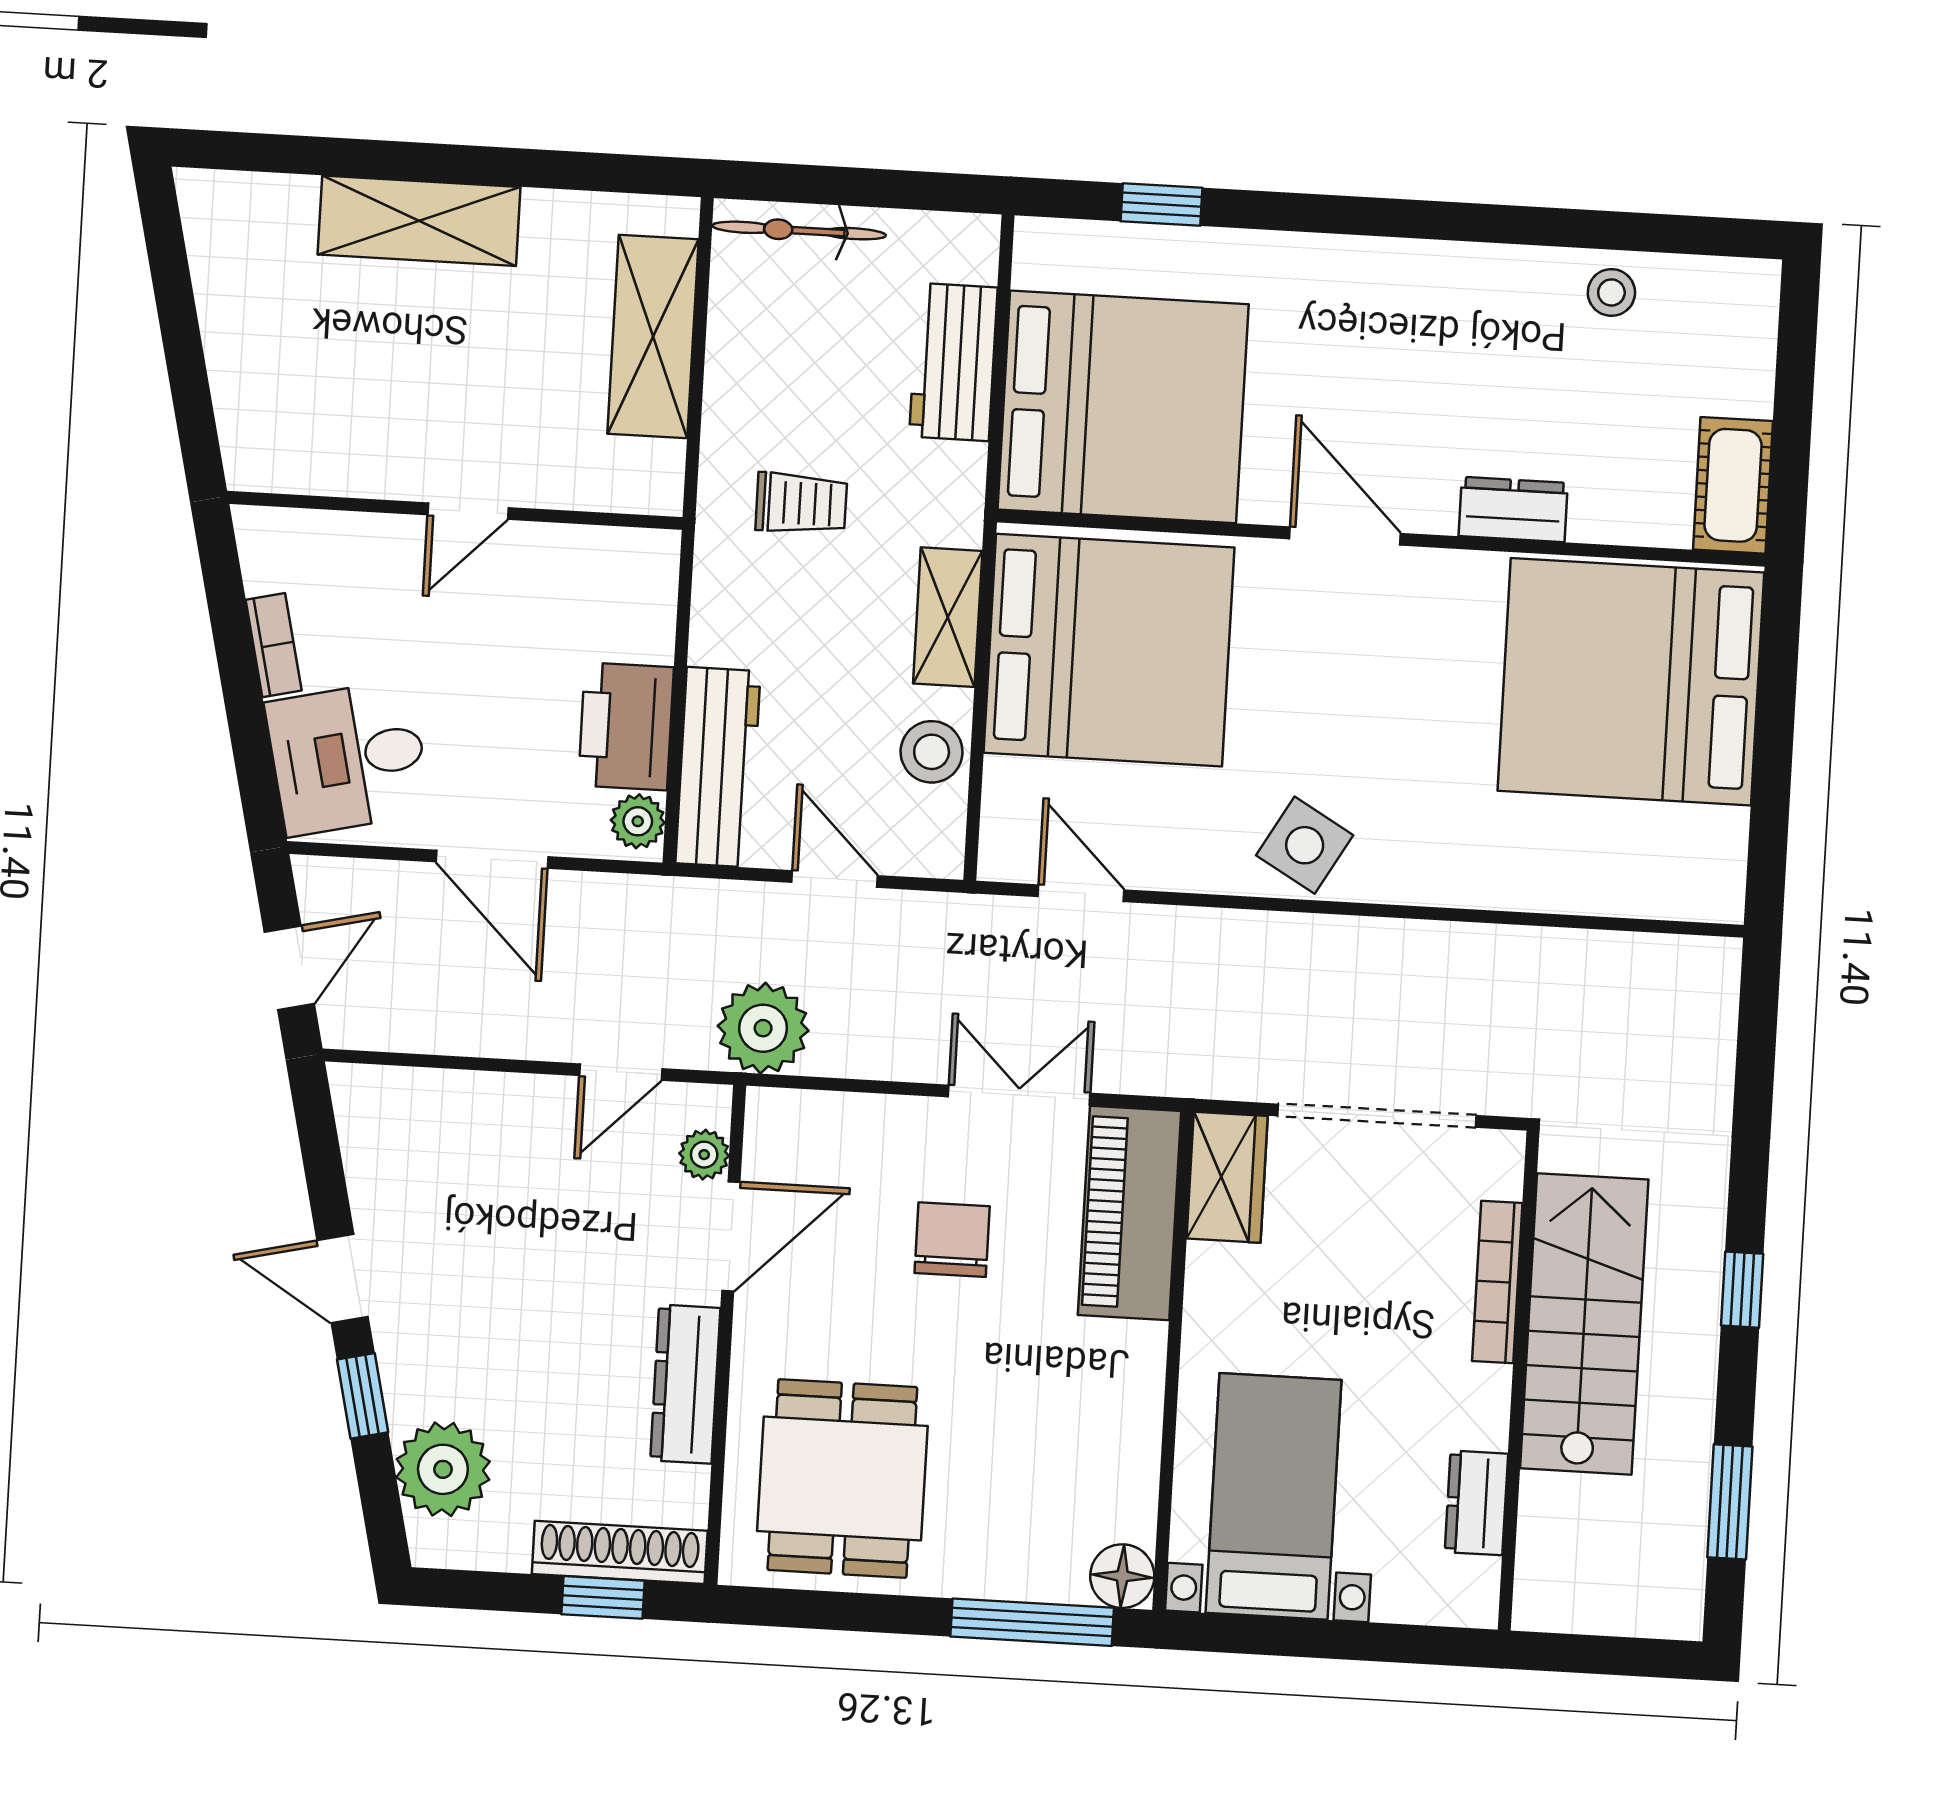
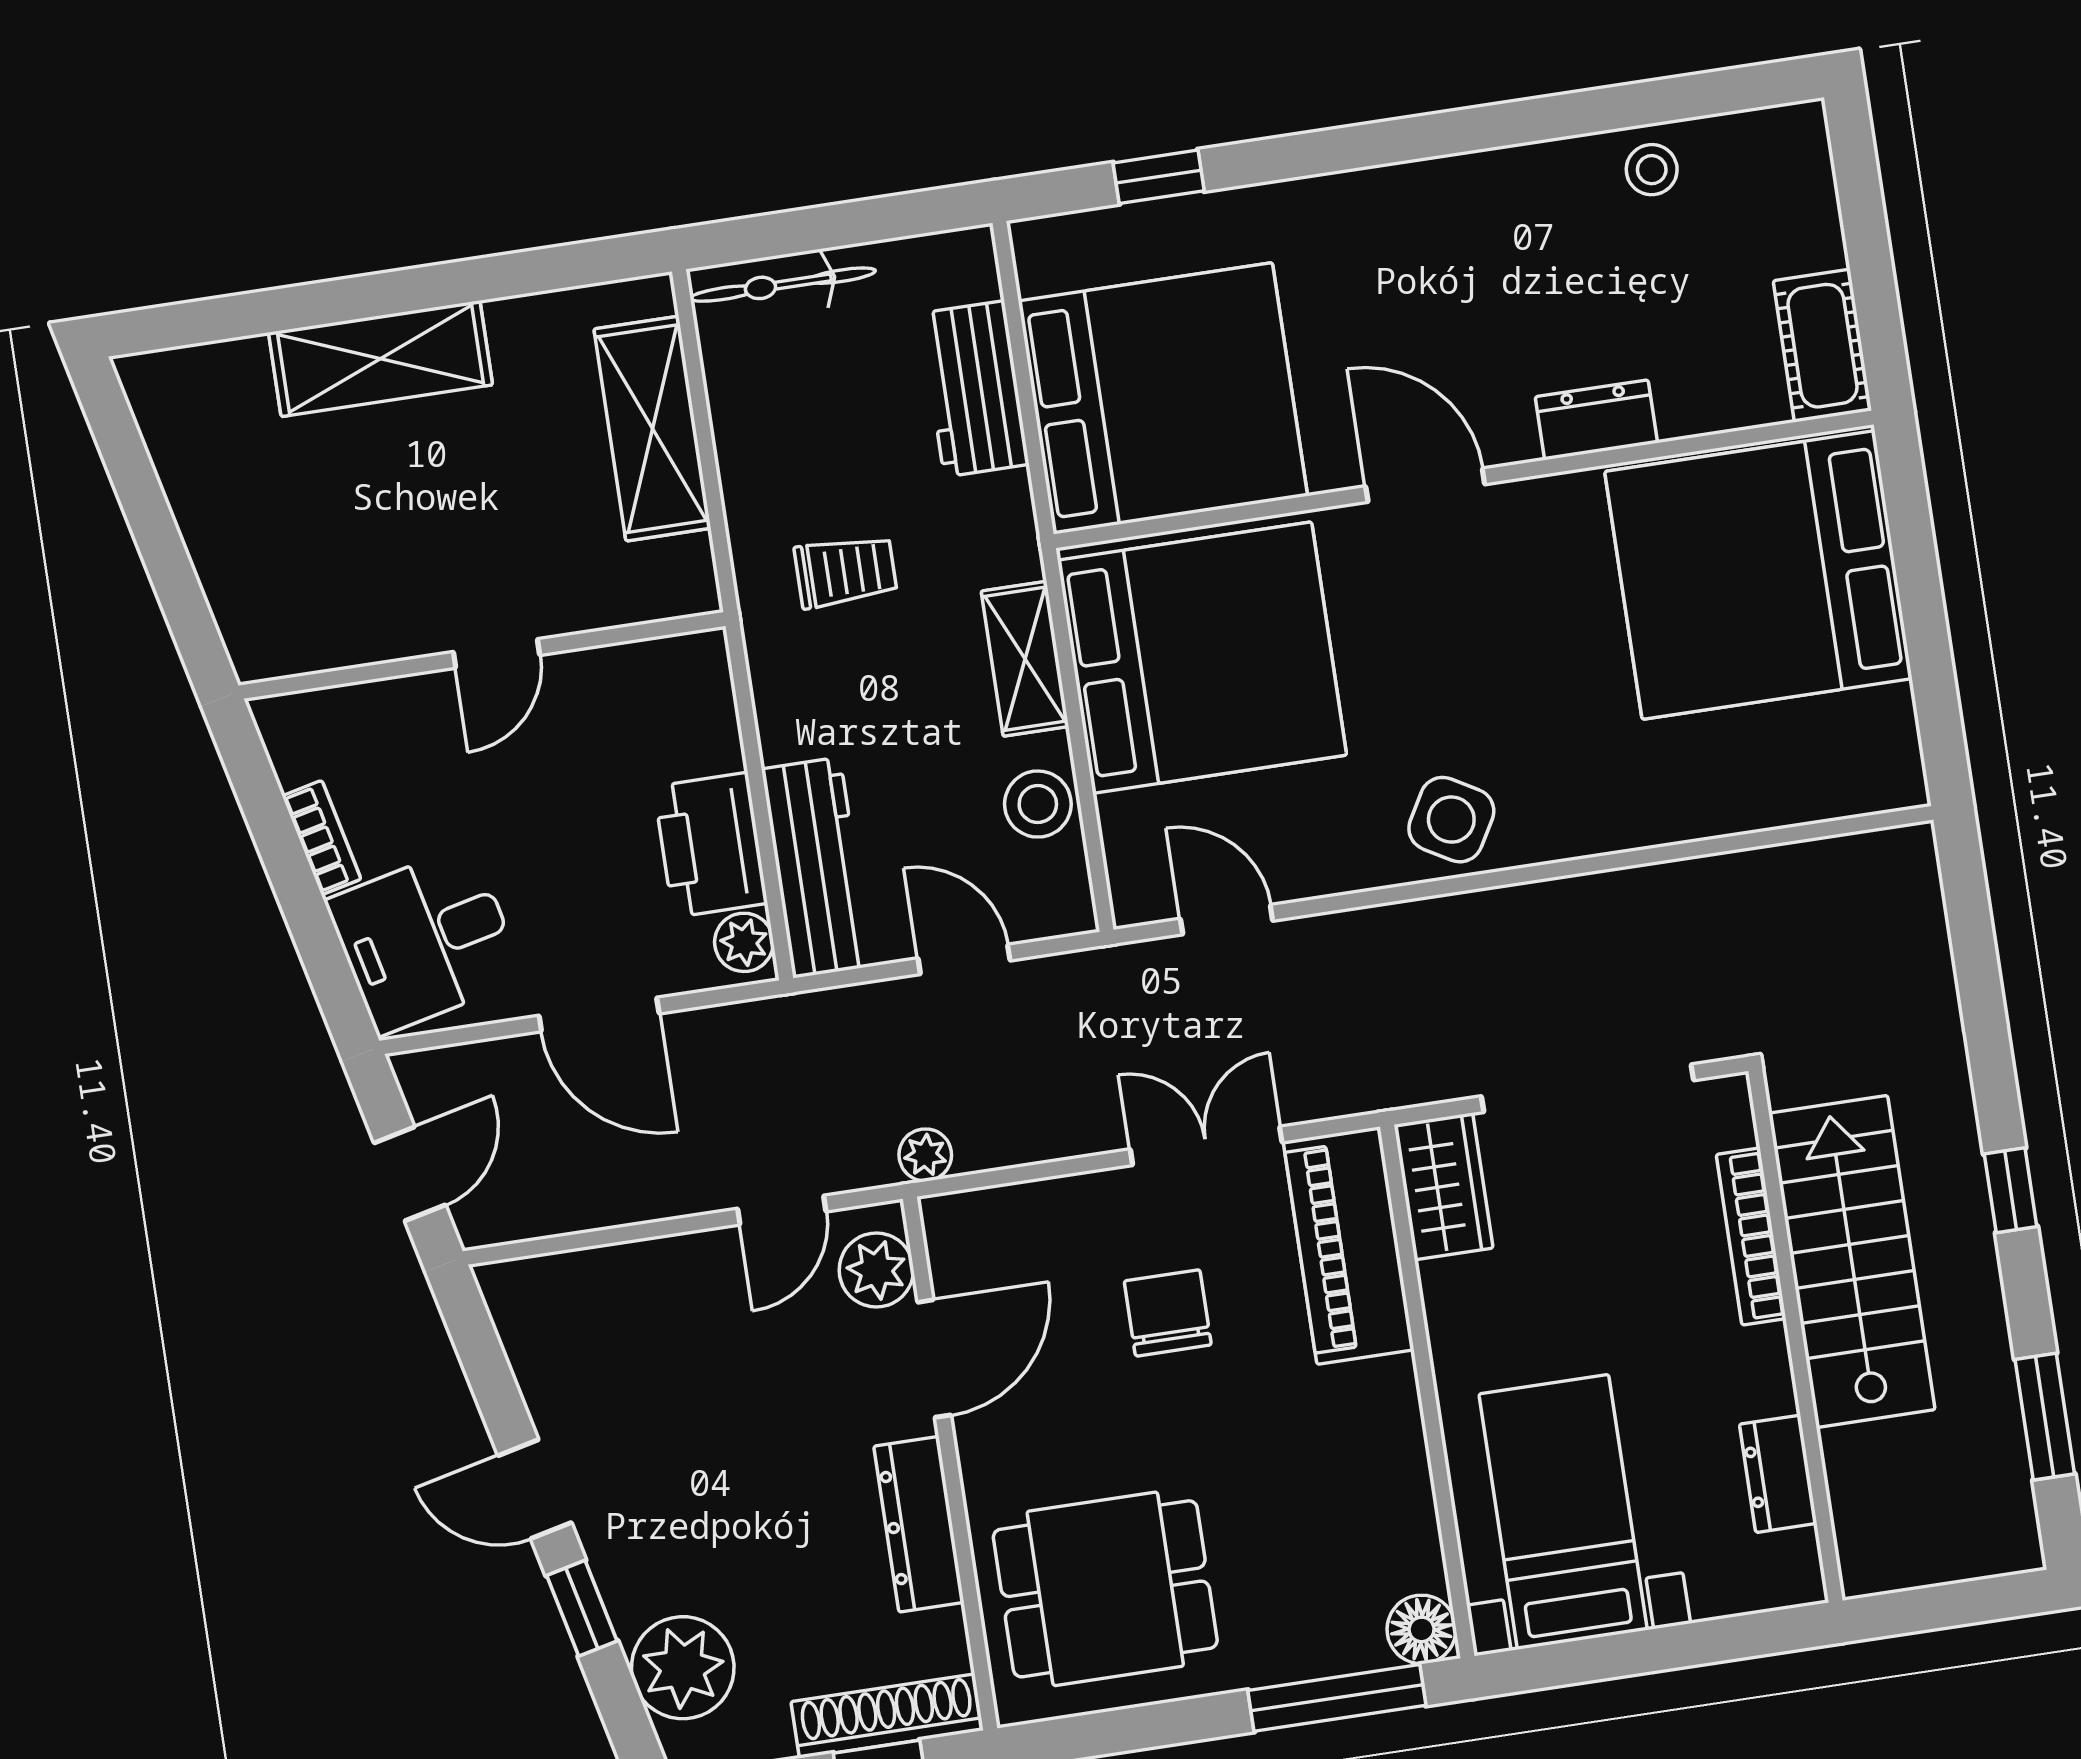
plant: (763, 1028) -> (925, 1155), width x0.53, depth x0.53
plant: (704, 1155) -> (876, 1270), width x1.38, depth x1.38
dining table: (842, 1479) -> (1105, 1589), turned 90

